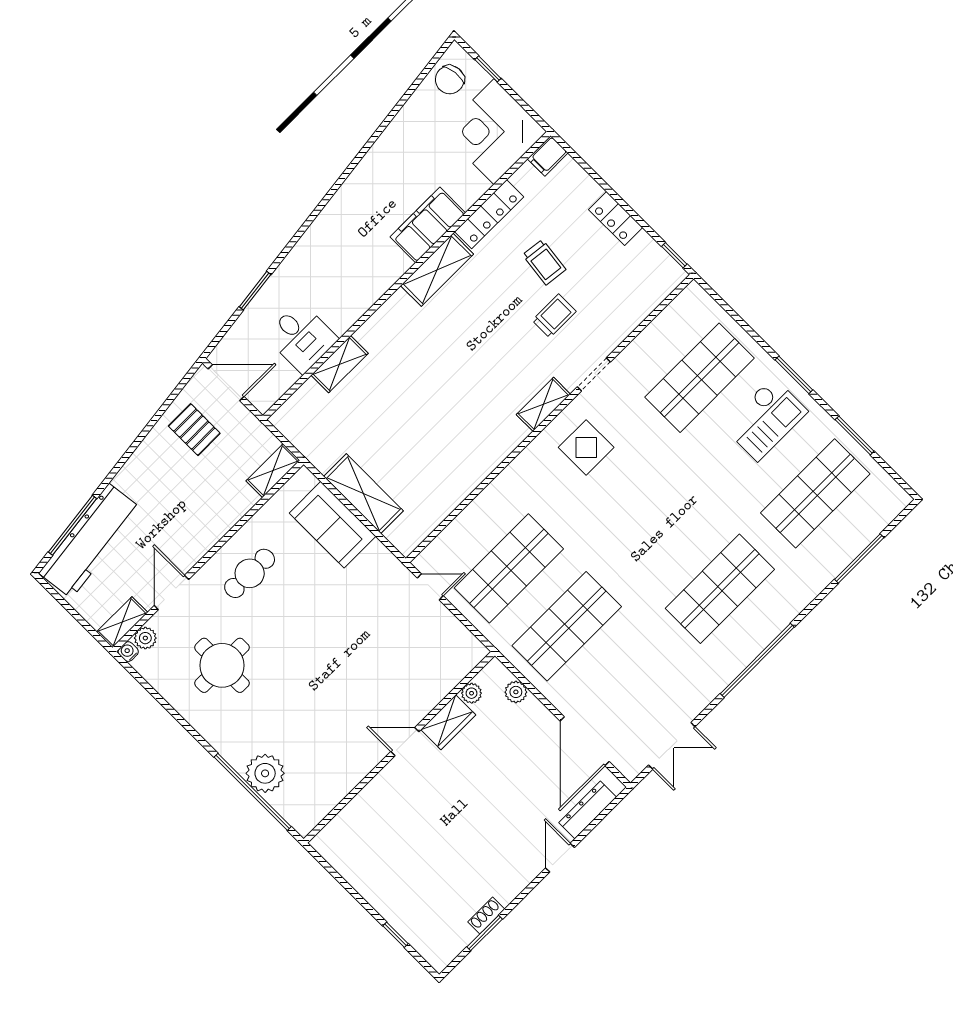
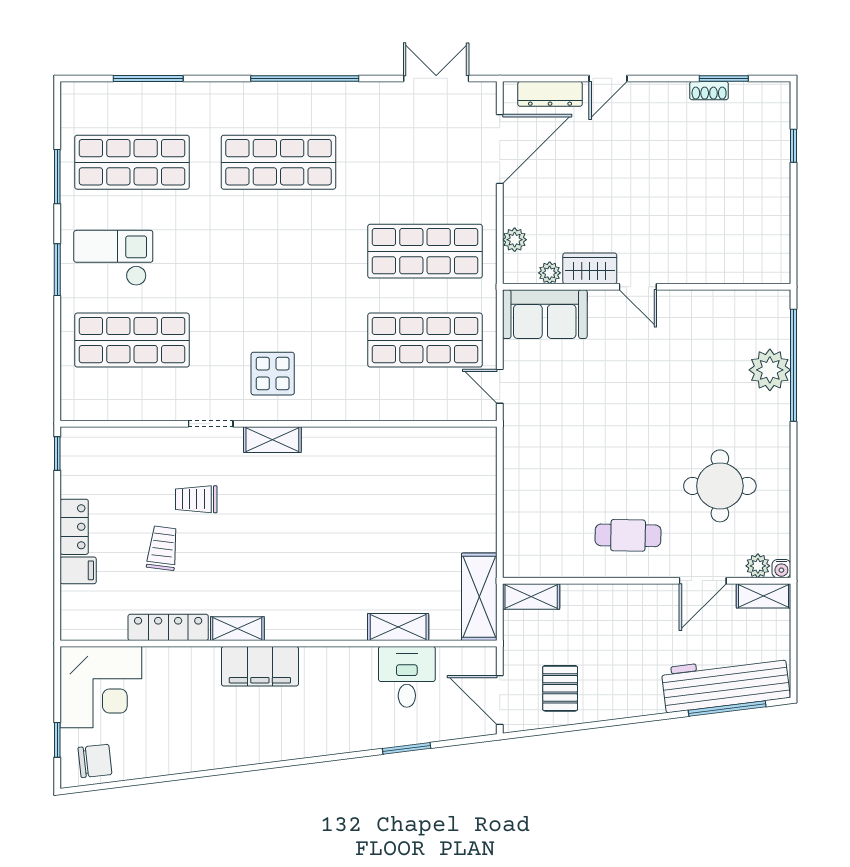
filing cabinet: (548, 156) -> (78, 570), moved
filing cabinet: (428, 225) -> (260, 666), moved
shelving: (437, 270) -> (237, 629), width x0.67, depth x0.75
shelving: (364, 494) -> (479, 597), moved
sofa: (332, 525) -> (545, 314), moved, turned 90

